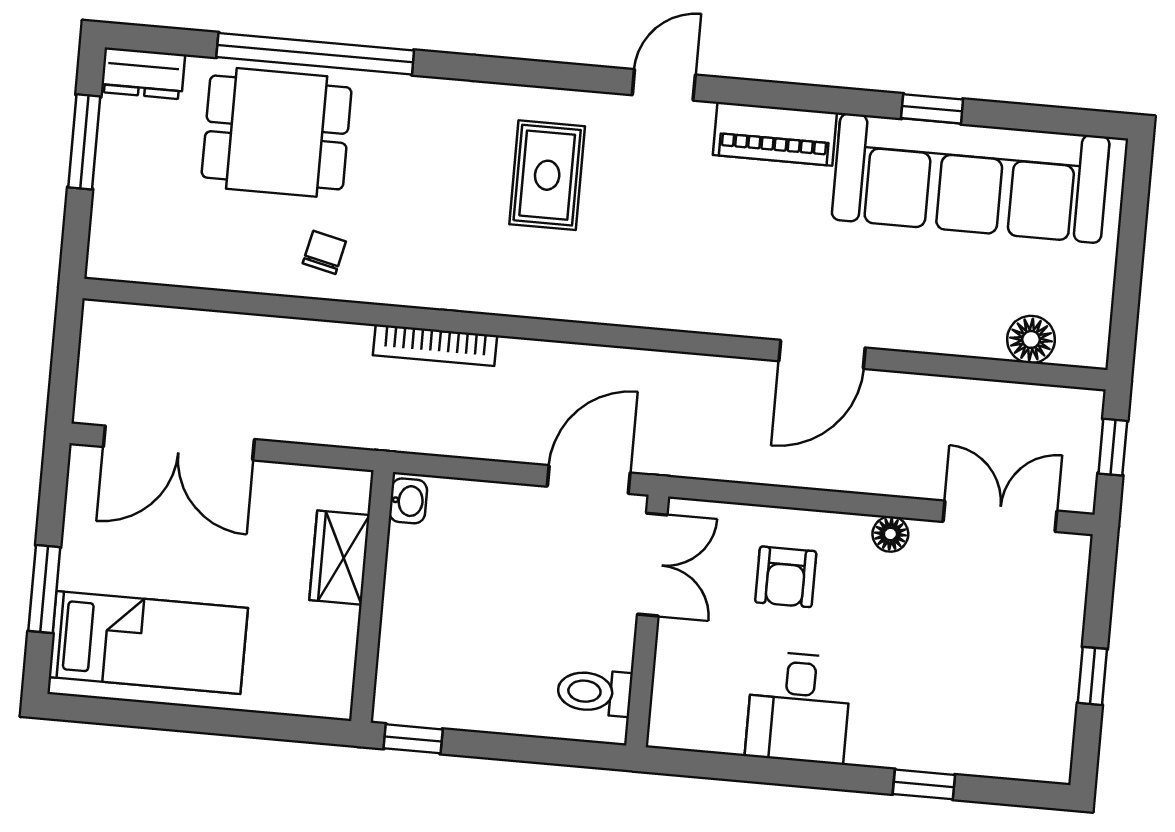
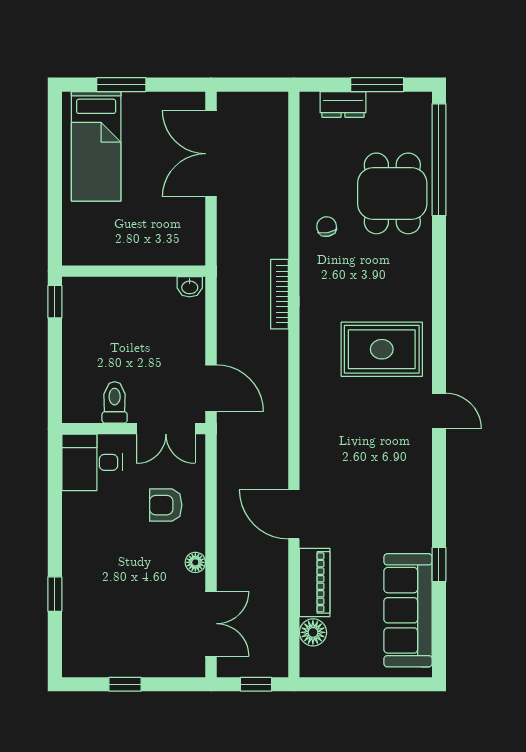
window: (315, 54) -> (439, 160), moved
dresser: (143, 73) -> (343, 104), moved, turned -90
piano: (775, 134) -> (315, 582), moved, turned 180
rug: (547, 175) -> (382, 349), width x1.36, depth x1.43
sofa: (971, 178) -> (408, 610), width x0.74, depth x0.79
chair: (324, 252) -> (327, 227), turned -114
wardrobe: (340, 558) -> (154, 251), removed
toilet: (595, 692) -> (115, 402), moved
desk: (799, 708) -> (92, 462), moved

